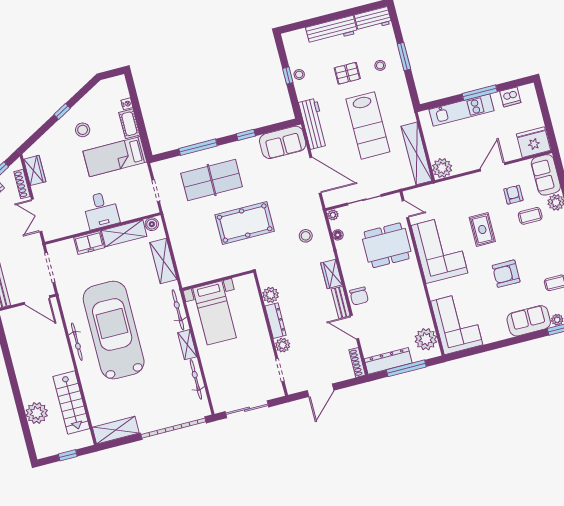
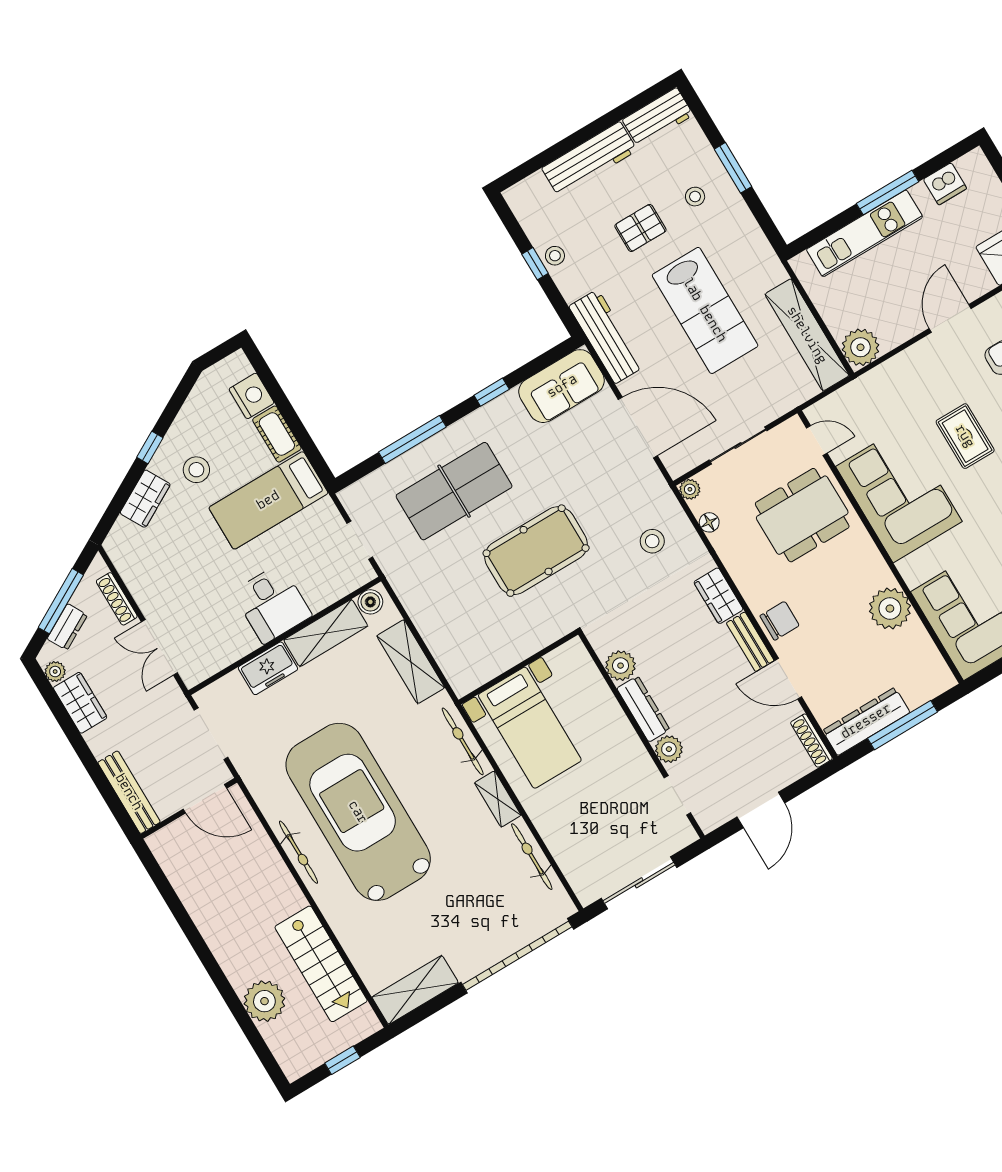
nightstand: (127, 104) -> (251, 396), width x1.89, depth x1.79
wardrobe: (35, 170) -> (145, 499), moved, turned 61
chair: (359, 296) -> (780, 621), turned -90
plant: (426, 339) -> (890, 609), moved

